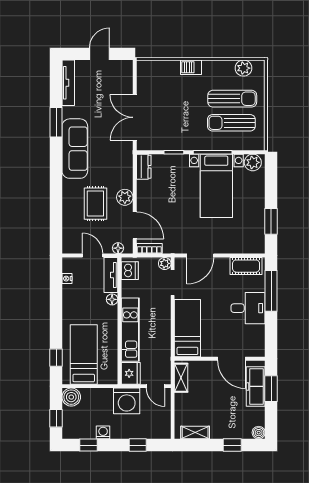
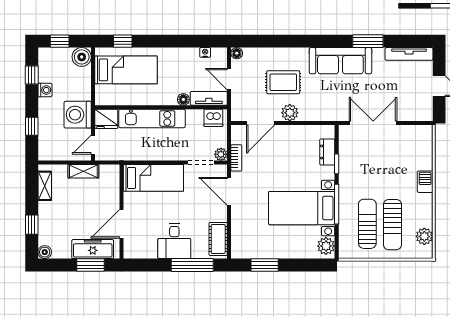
dresser: (144, 167) -> (327, 152), moved, turned 90
floor lamp: (118, 248) -> (237, 53), moved
bookcase: (149, 249) -> (236, 158), moved
door: (93, 256) -> (229, 79), swing flipped
shelving: (181, 378) -> (83, 171), moved

